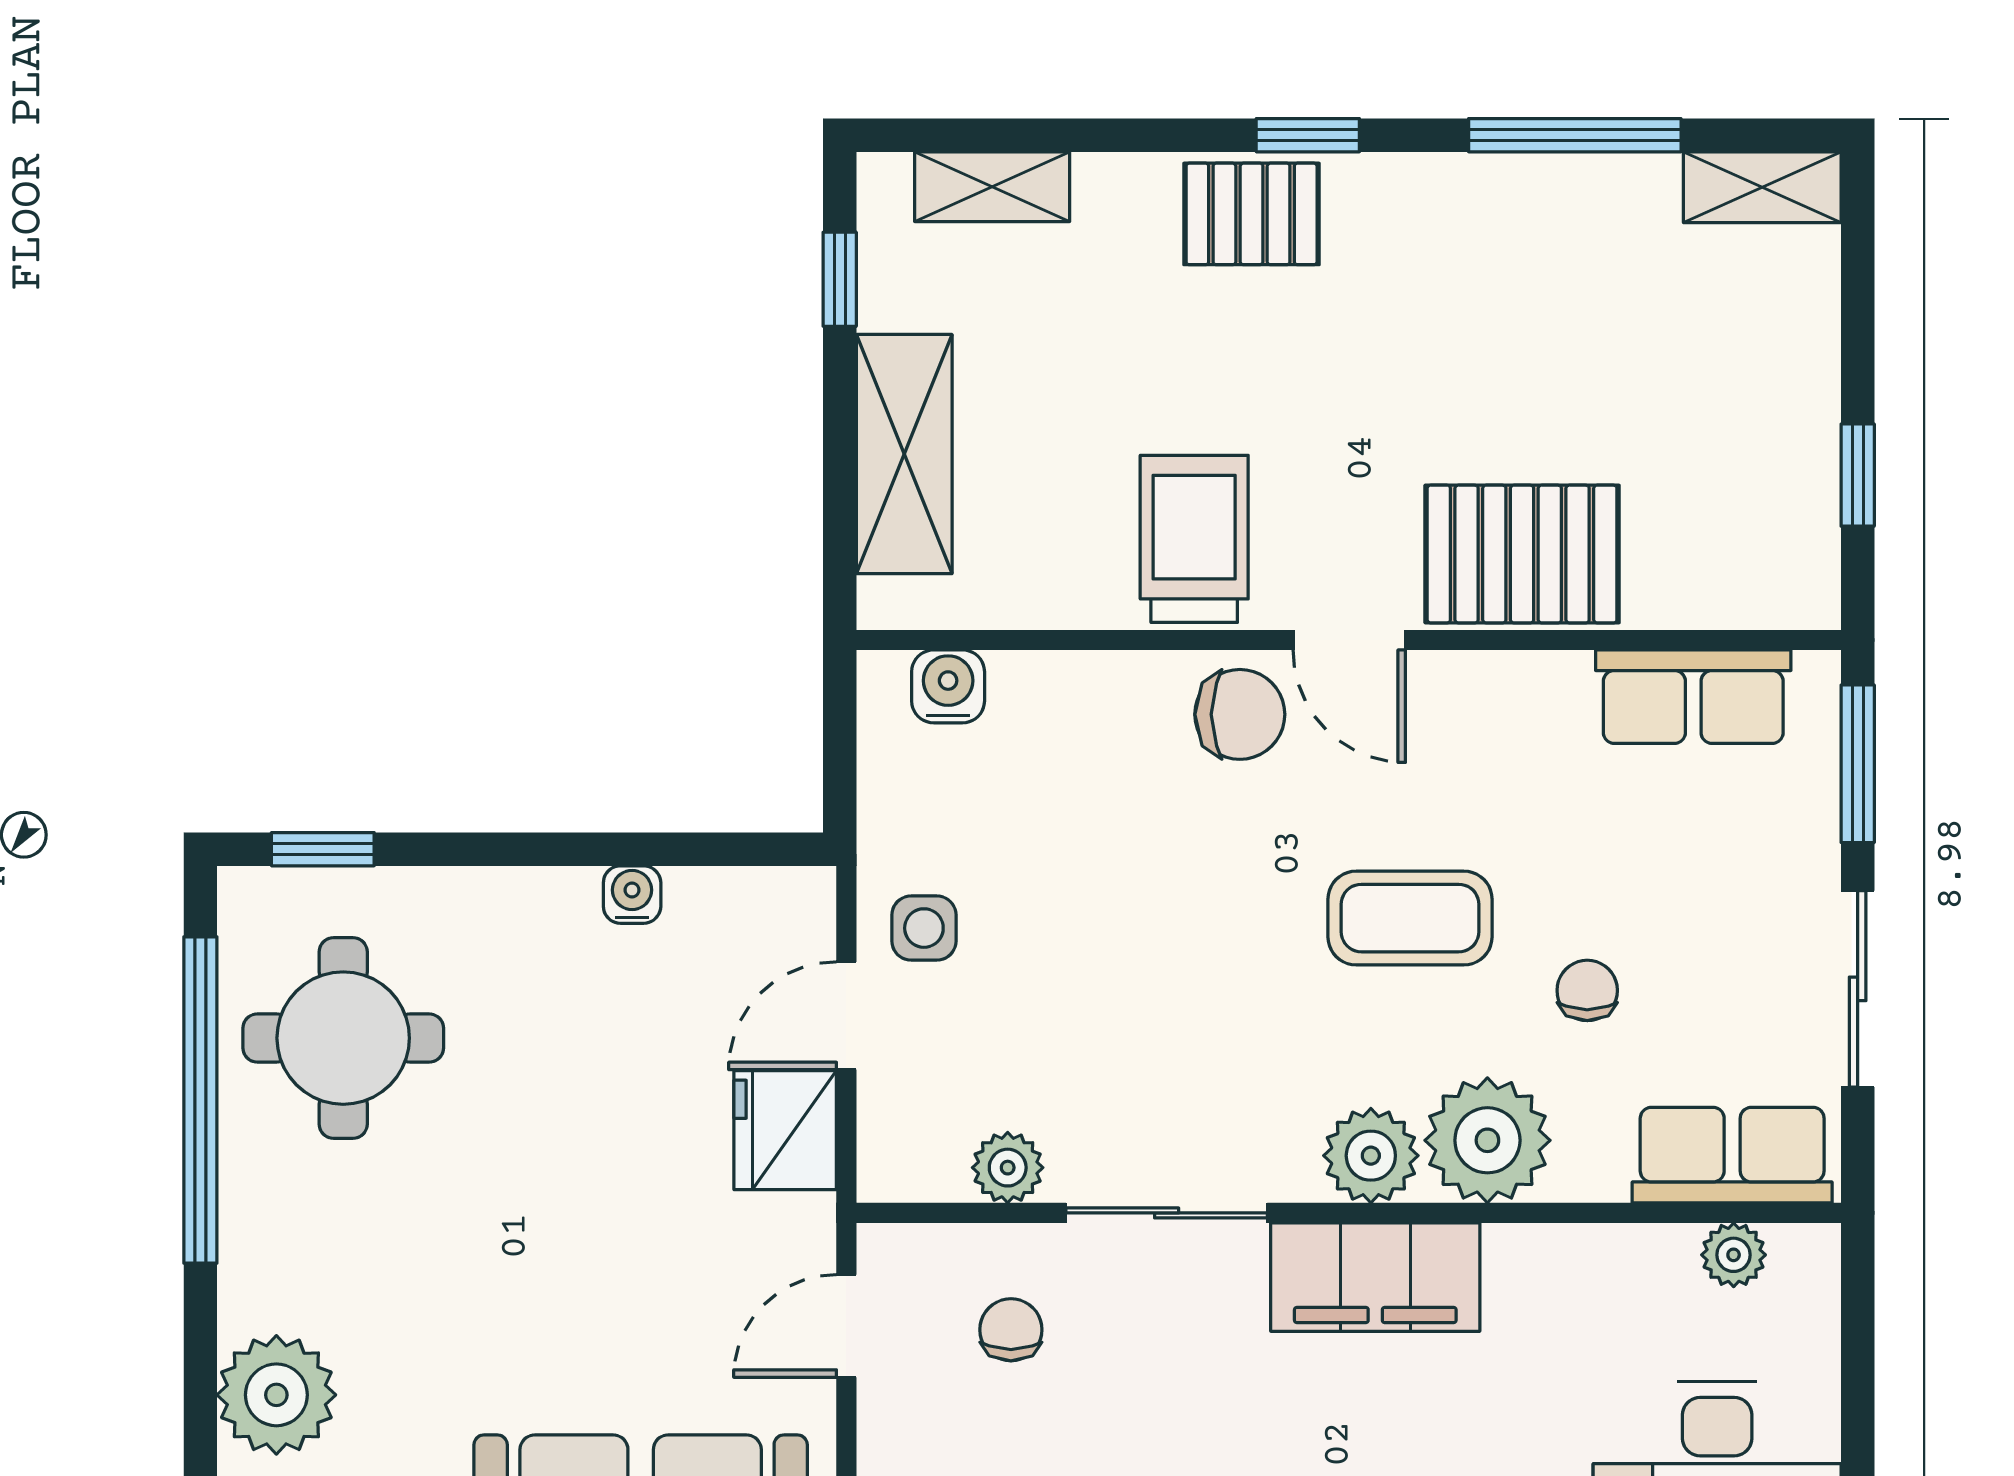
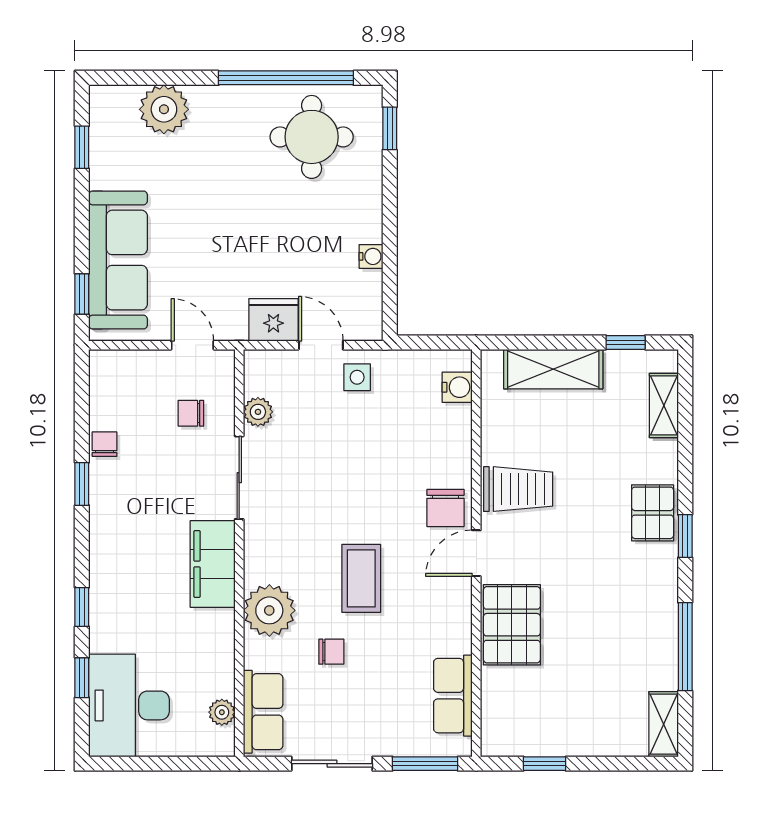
plant: (1371, 1156) -> (263, 562), removed
chair: (1011, 1330) -> (191, 413), turned 180

